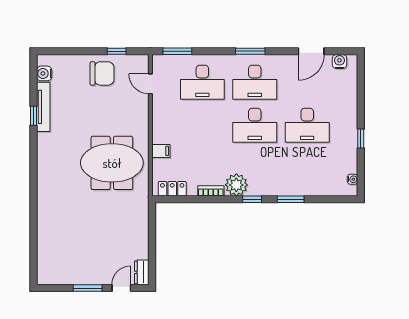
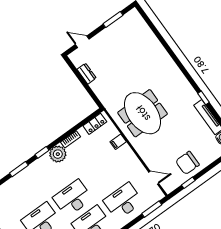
window: (33, 116) -> (203, 98), moved
meeting table: (112, 163) -> (143, 113), turned 90
dresser: (142, 272) -> (87, 74), moved
window: (88, 288) -> (113, 20), moved
door: (121, 288) -> (82, 42), swing flipped

